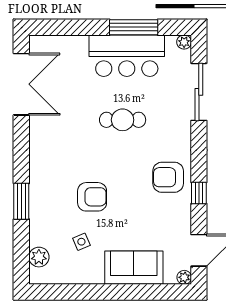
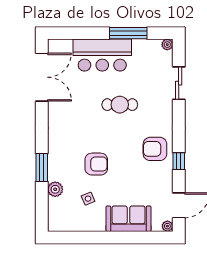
bar counter: (127, 56) -> (102, 55), moved
sliding door: (199, 92) -> (179, 83), width x0.73
plant: (39, 257) -> (55, 189), moved

